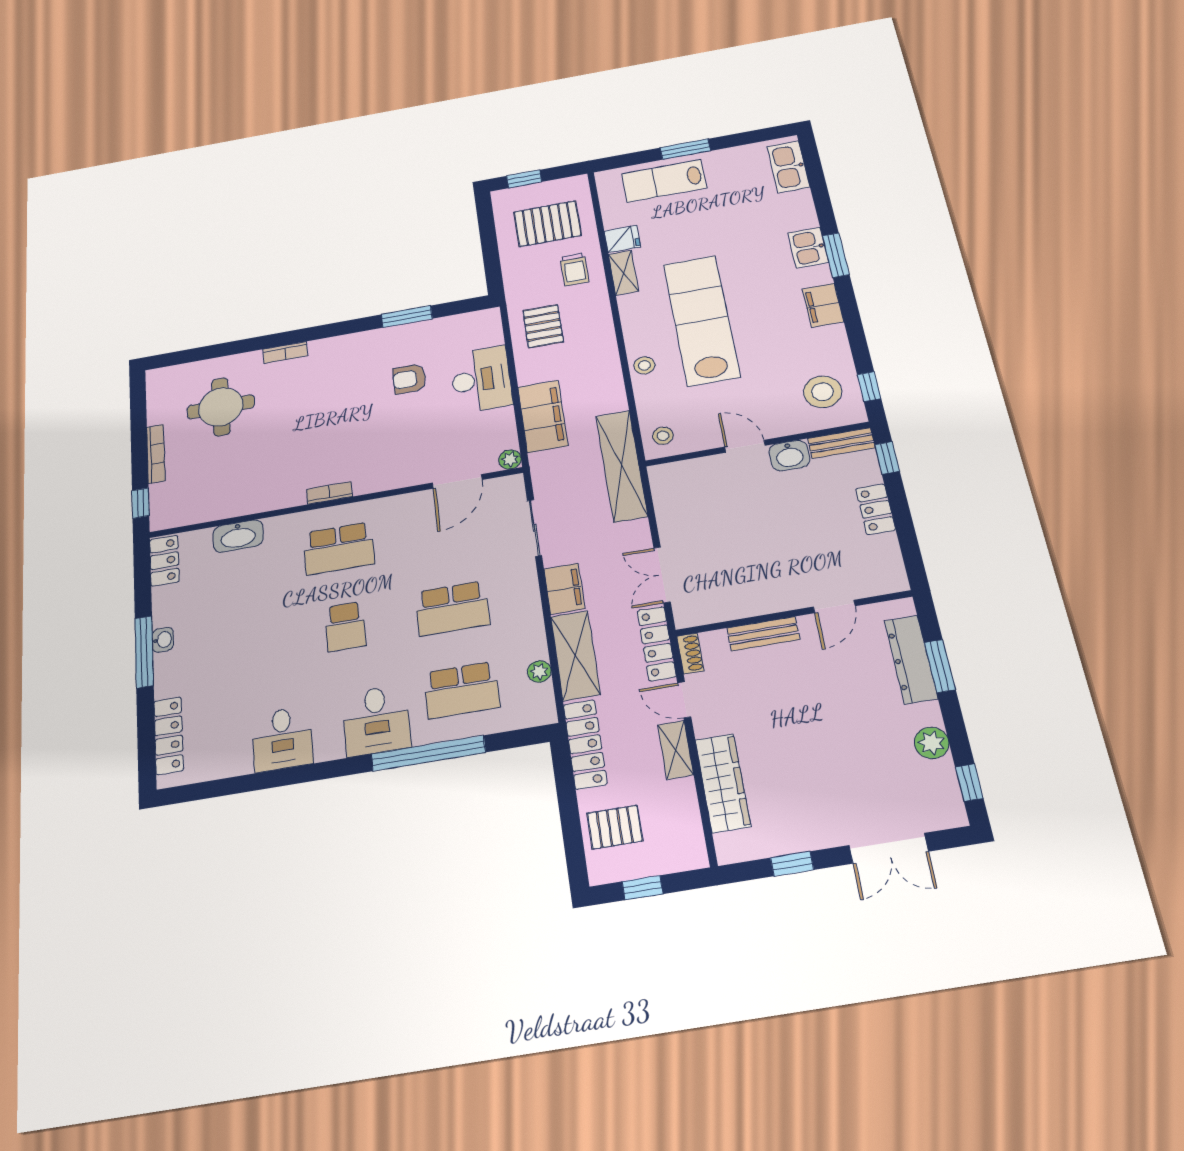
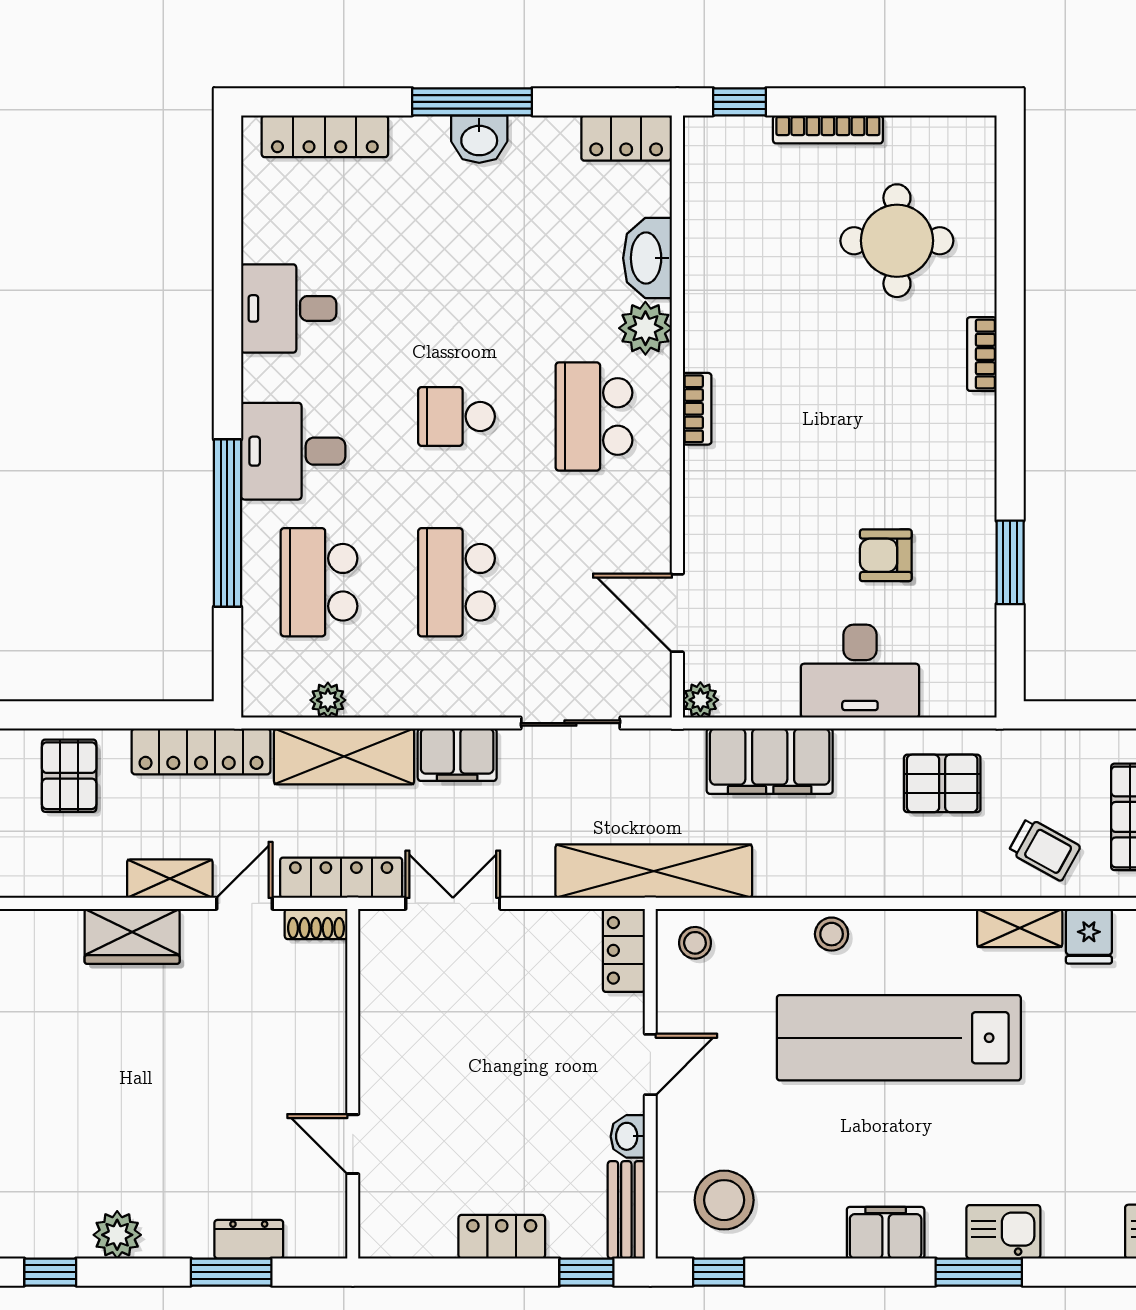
trolley: (574, 269) -> (1044, 849), turned -151
lab bench: (701, 320) -> (899, 1038), turned 180
armchair: (409, 379) -> (886, 555), turned -90
washbasin: (789, 456) -> (628, 1136), width x0.72, depth x0.69
locker: (675, 473) -> (624, 950), added
plant: (282, 530) -> (645, 328), added
bench: (763, 634) -> (328, 1034), removed
washbasin: (163, 640) -> (479, 139), width x1.38, depth x1.45
dresser: (911, 659) -> (249, 1239), width x0.51, depth x0.80
wardrobe: (723, 783) -> (132, 936), width x0.67

